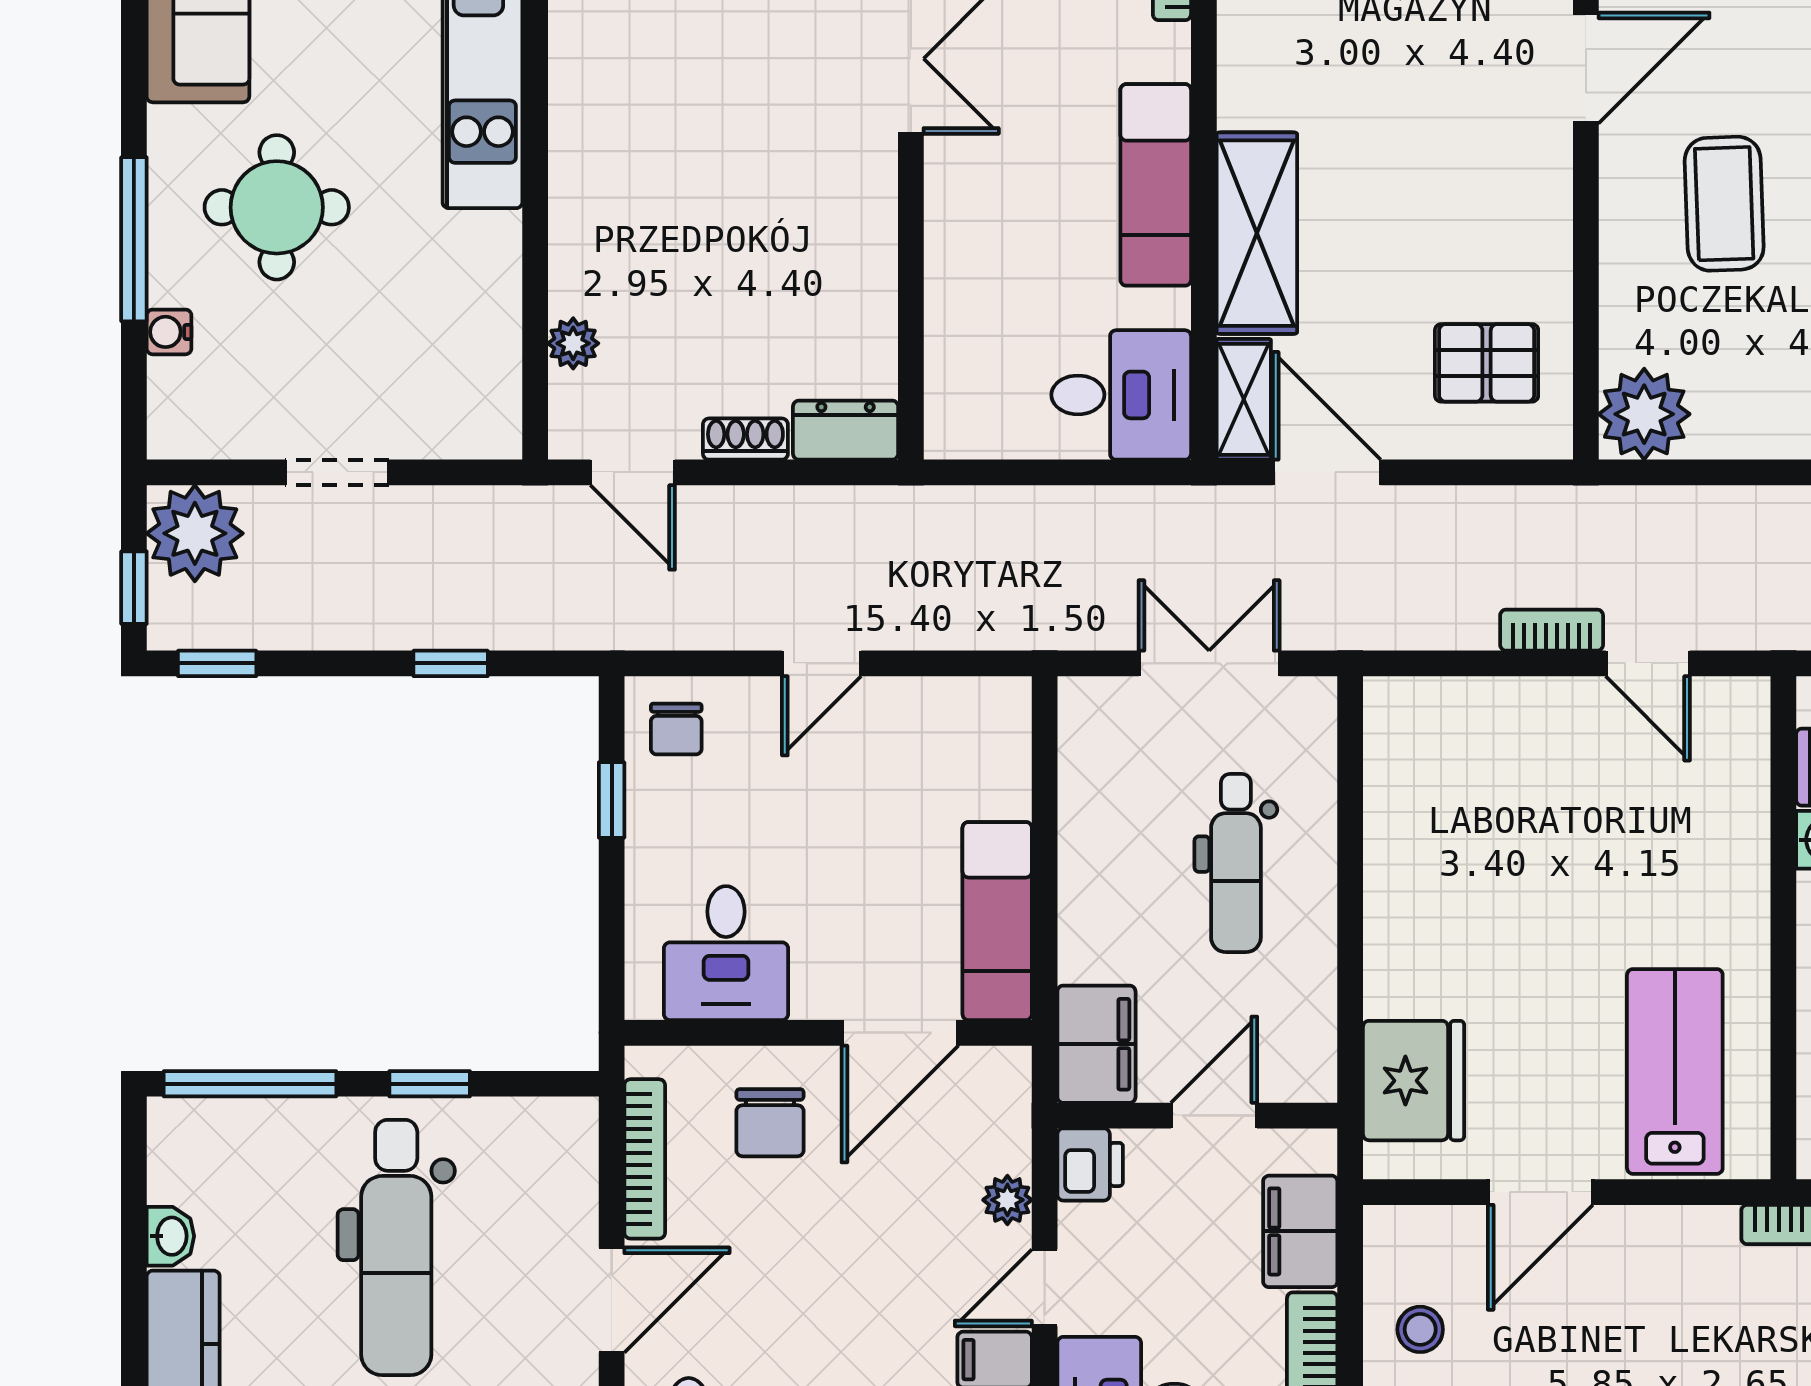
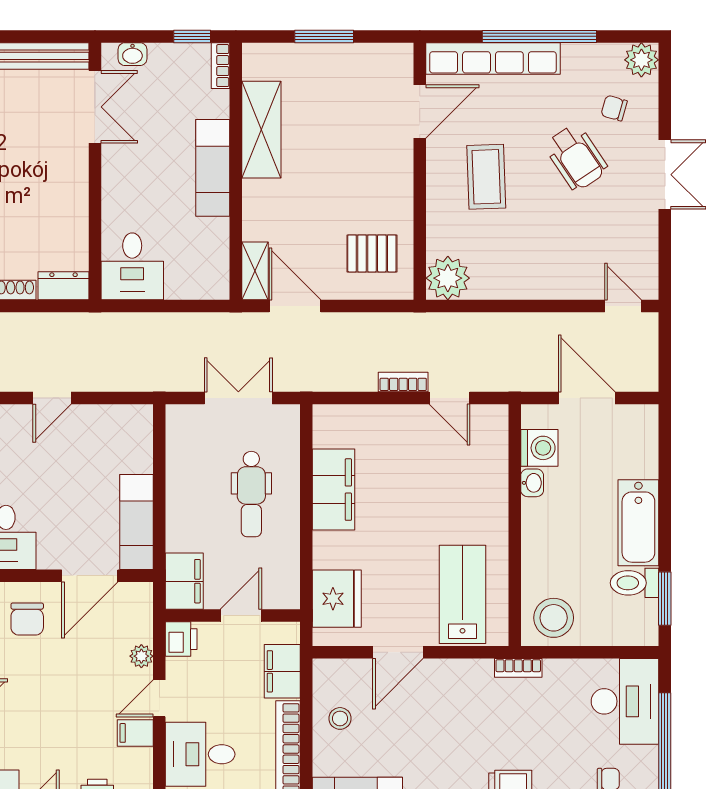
shelving: (1257, 233) -> (261, 130), moved
desk: (1121, 395) -> (132, 266), moved, turned 90
filing cabinet: (1407, 854) -> (334, 490), added

